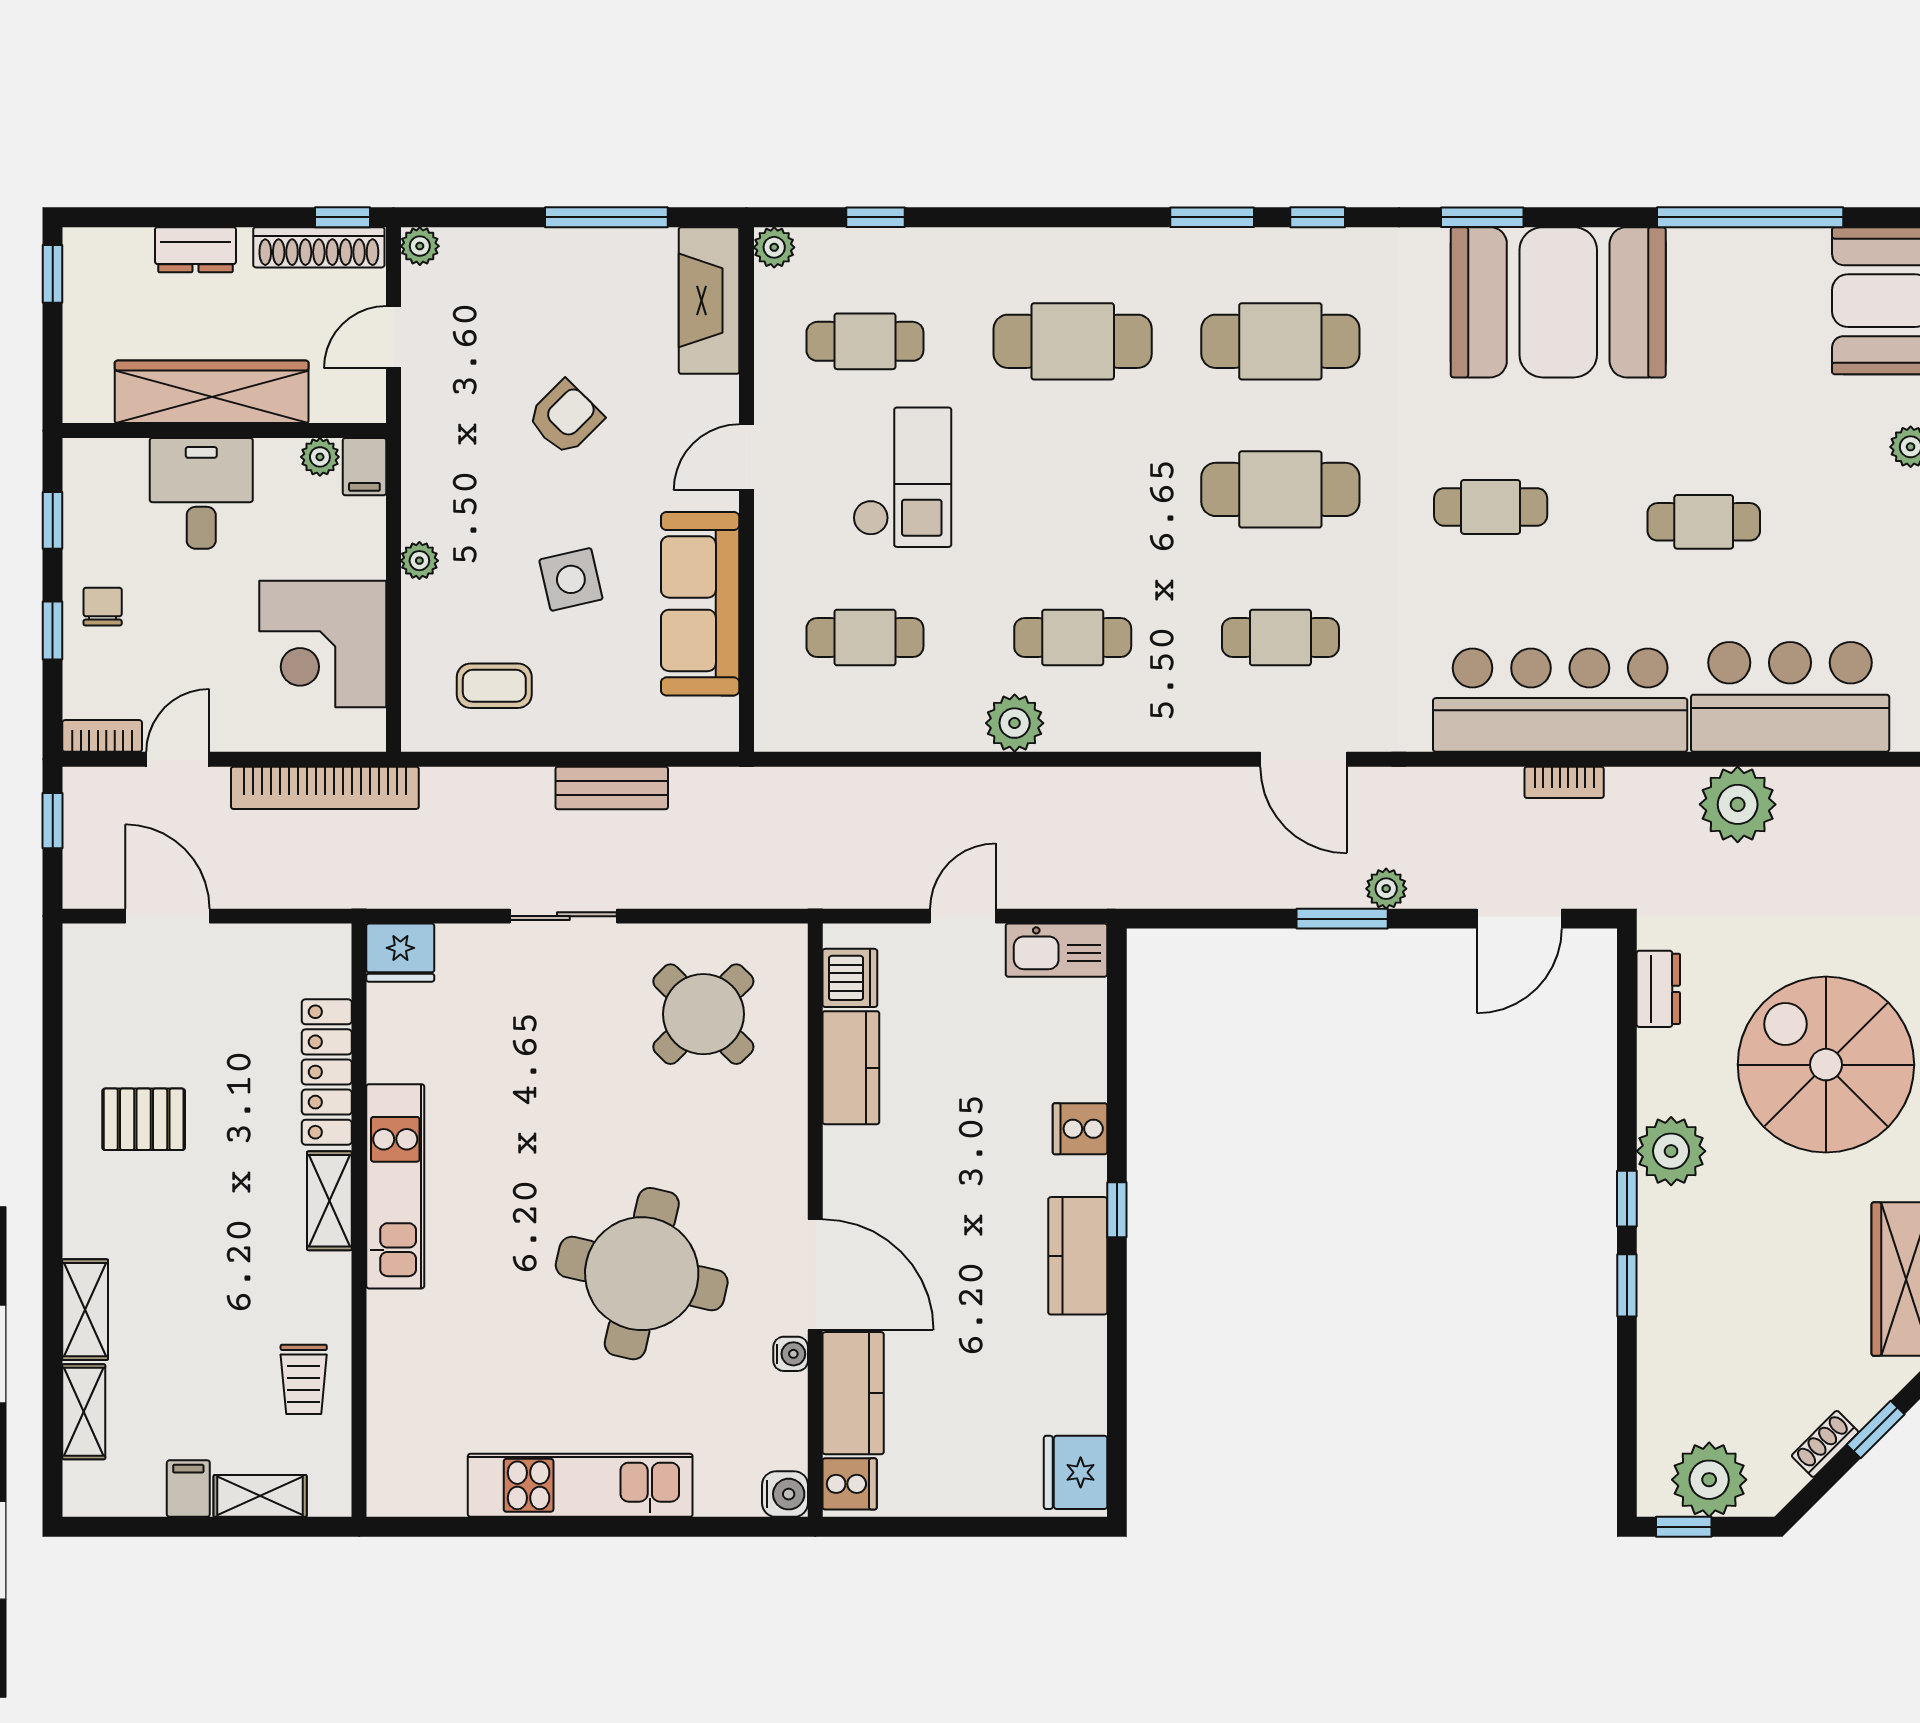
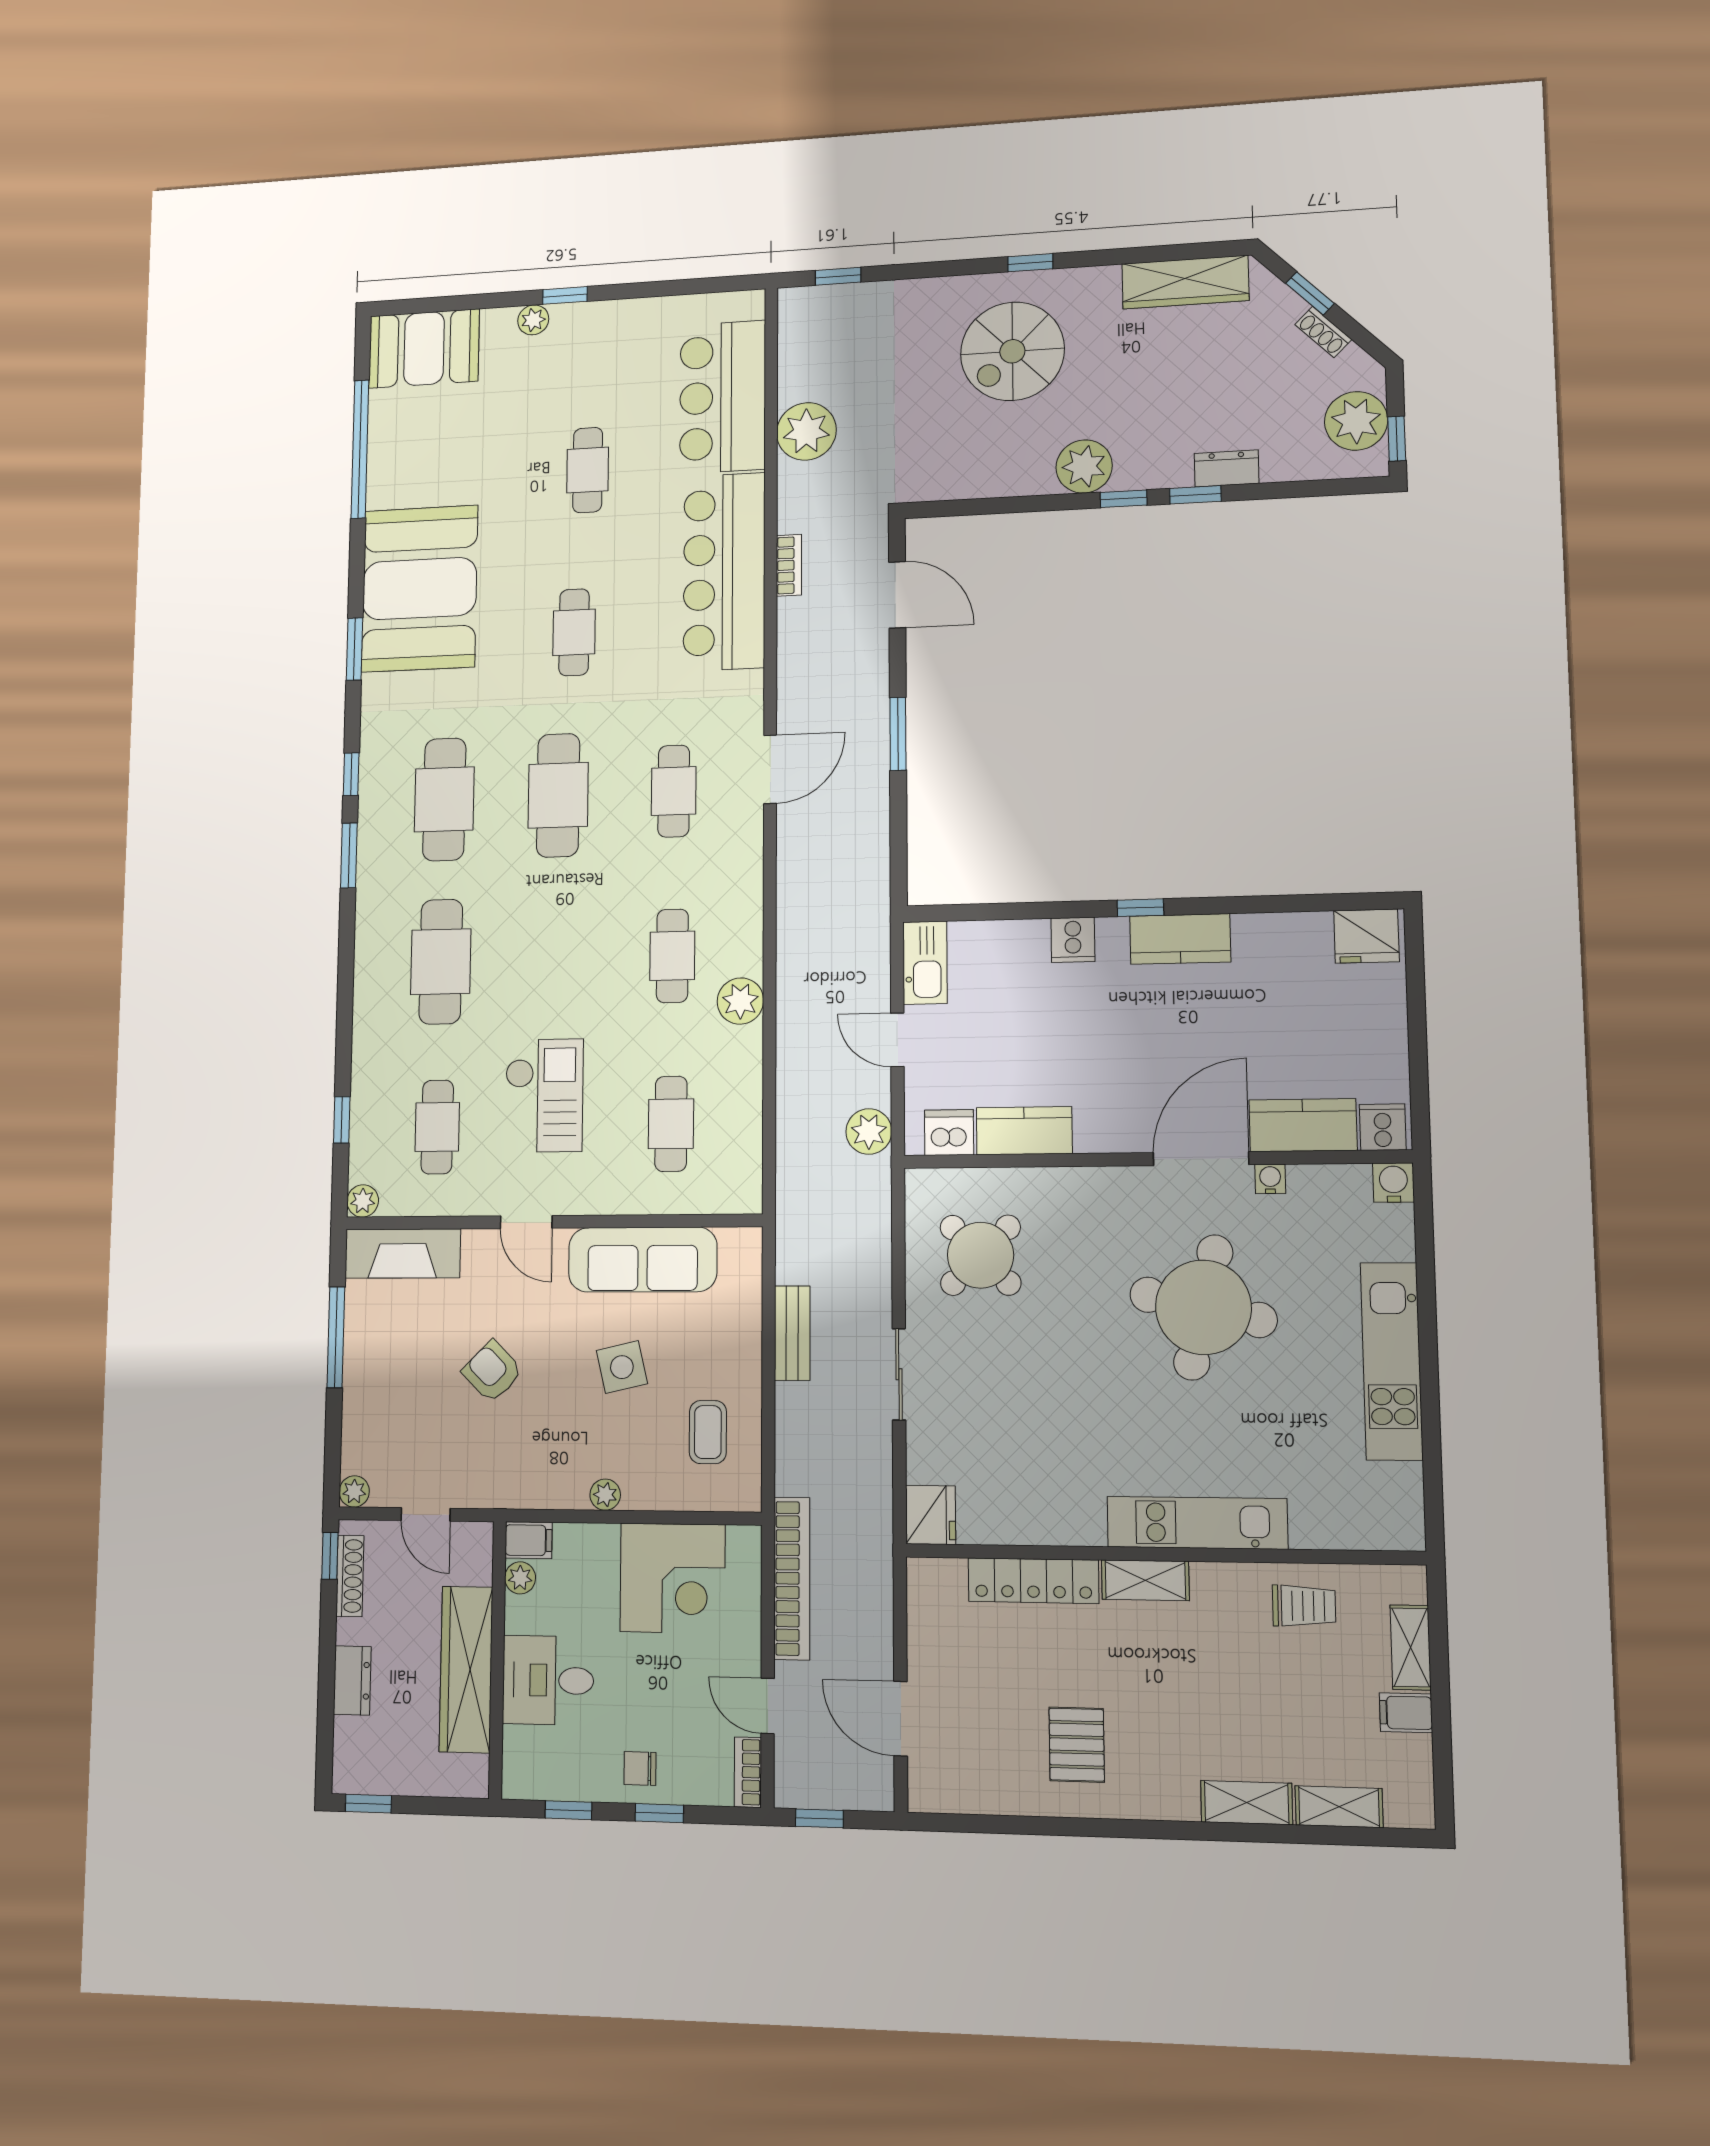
shoe rack: (319, 247) -> (350, 1576), width x0.74, depth x0.81
checkout: (902, 477) -> (544, 1095), turned 90
plant: (1386, 889) -> (869, 1131), moved, width x1.38, depth x1.38
door: (167, 916) -> (901, 1719), hinge flipped
dresser: (1658, 989) -> (1227, 468), moved
spiral stairs: (1826, 1065) -> (1012, 351), width x0.73, depth x0.73
kitchen unit: (395, 1186) -> (1197, 1523), moved

